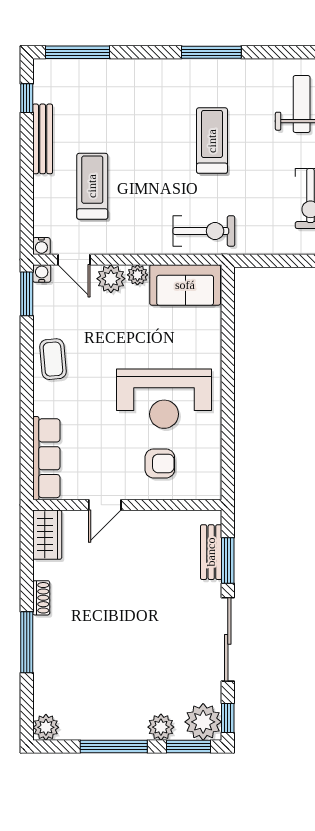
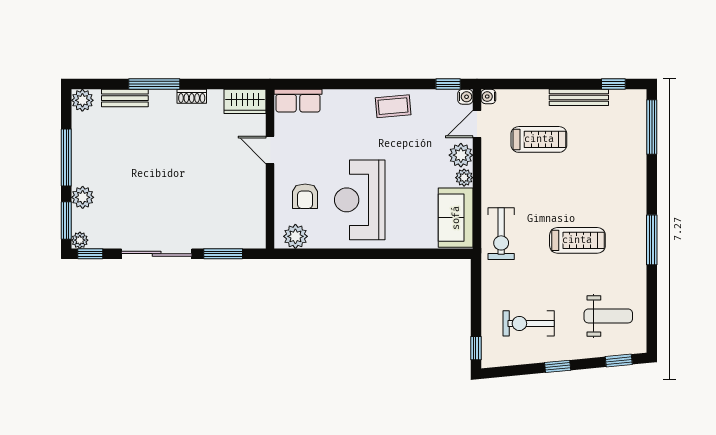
window: (27, 294) -> (448, 84), width x0.67
row of seats: (46, 458) -> (298, 101), width x0.68
plant: (207, 475) -> (295, 236), added
bench: (211, 552) -> (125, 98), moved
plant: (203, 722) -> (80, 240), width x0.53, depth x0.53

